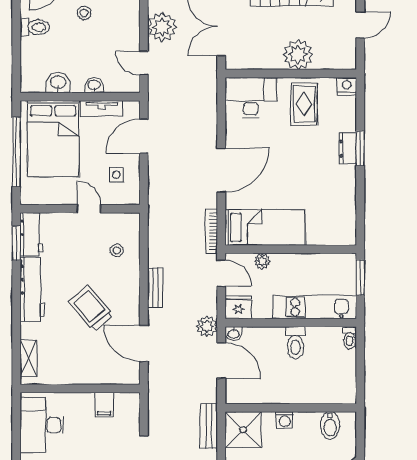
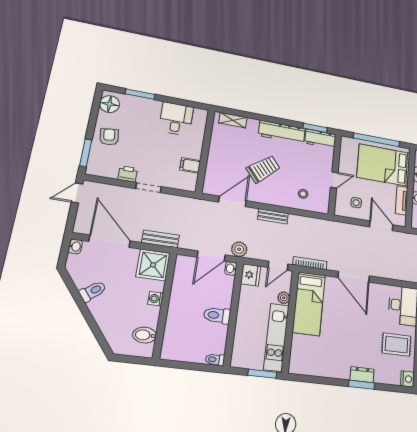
kitchen unit: (315, 307) -> (276, 337), moved, turned 180
desk: (42, 425) -> (176, 119), width x0.73

